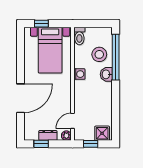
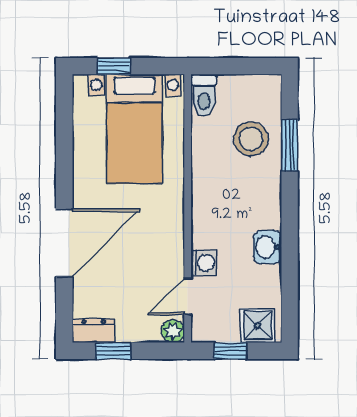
window: (116, 57) -> (290, 145), width x0.47
washing machine: (79, 74) -> (204, 263), moved
washbasin: (106, 74) -> (267, 247), moved
dresser: (48, 135) -> (93, 331), moved

